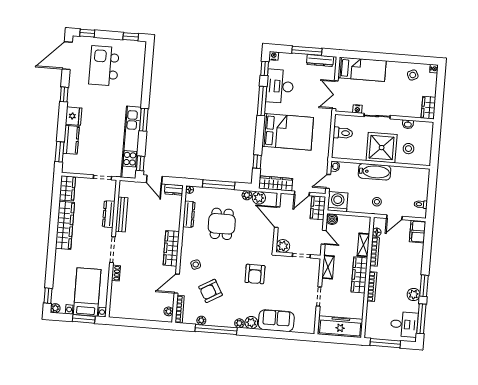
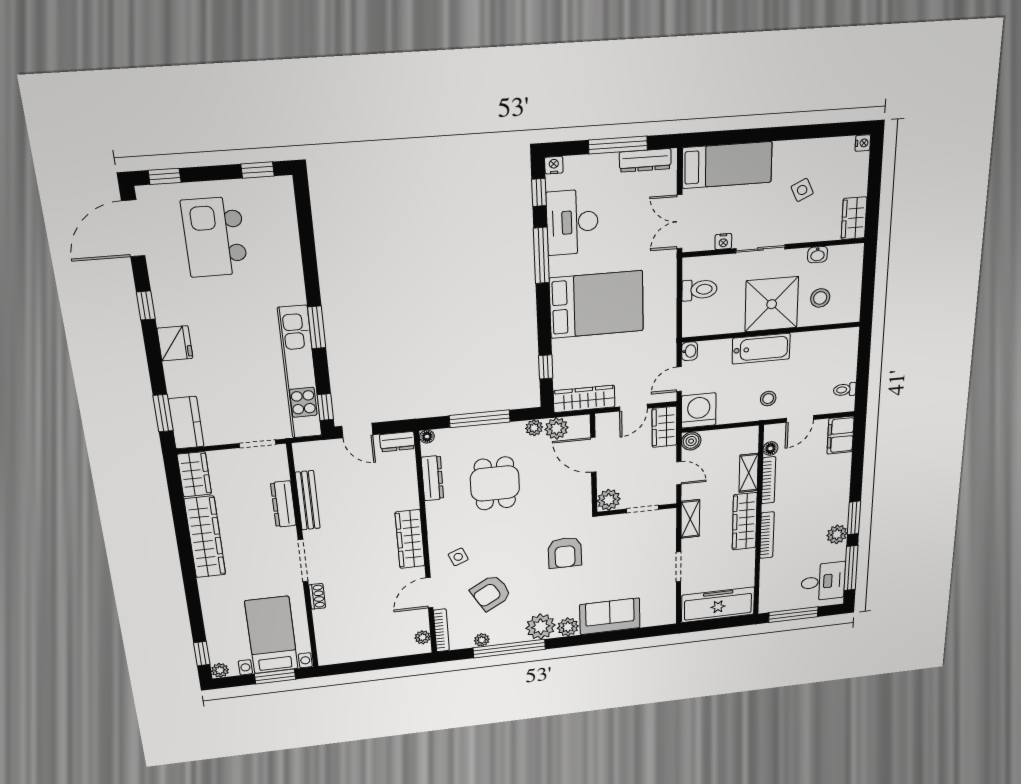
side table: (413, 75) -> (802, 190), moved
kitchen counter: (71, 140) -> (186, 423), moved
plant: (239, 323) -> (541, 627), width x1.88, depth x1.88

